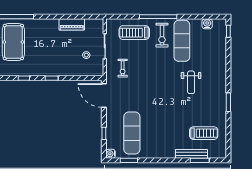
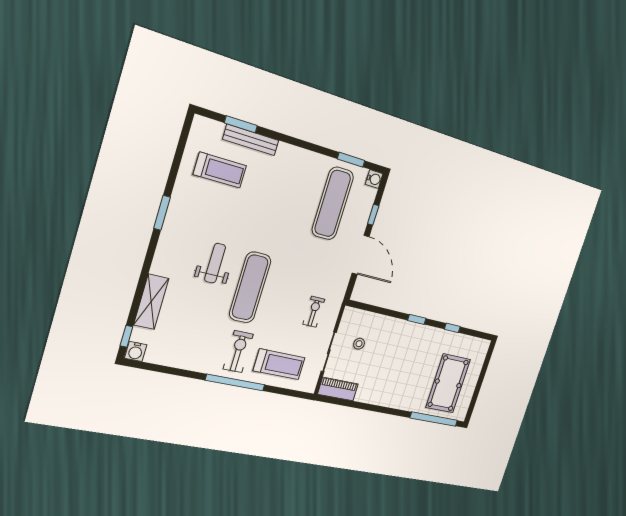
piano: (72, 24) -> (338, 389), moved
water cooler: (207, 24) -> (136, 351), moved
exercise mat: (182, 41) -> (250, 287), moved
shelving: (220, 53) -> (151, 302), added
door: (104, 95) -> (361, 255), moved
treadmill: (204, 133) -> (220, 170), turned 180

